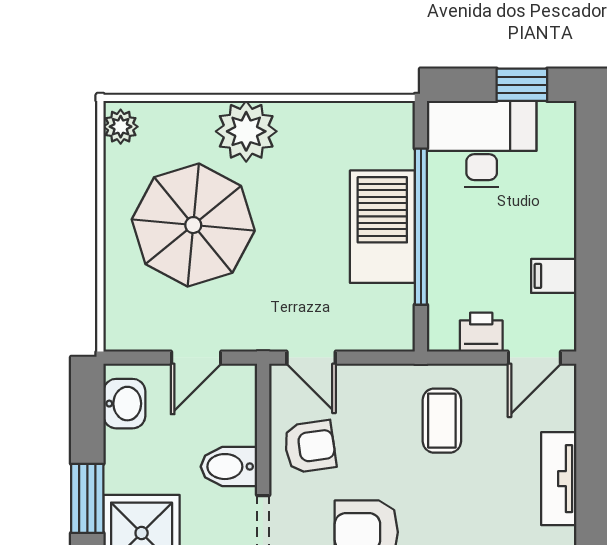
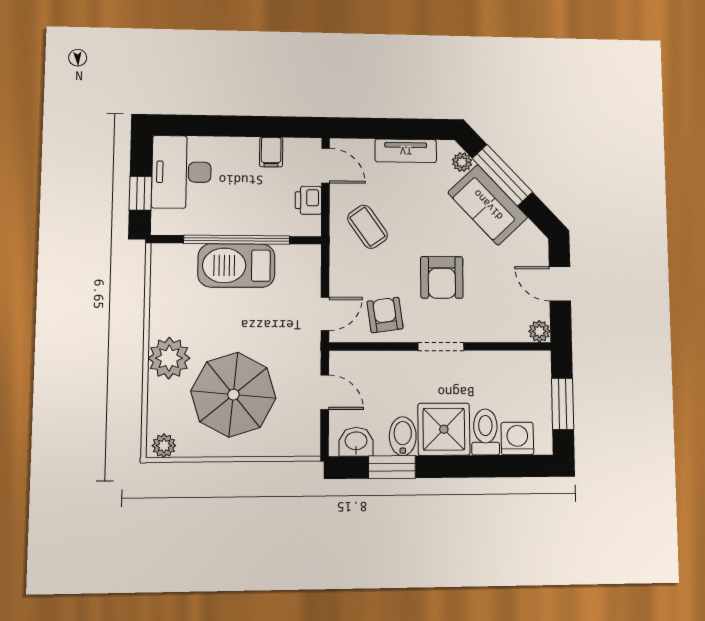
window: (522, 85) -> (141, 193), moved
desk: (482, 144) -> (181, 172), moved
coffee table: (442, 421) -> (368, 227), turned 55
bidet: (229, 467) -> (403, 436), moved, turned 180
window: (87, 498) -> (392, 467), moved

